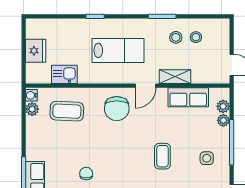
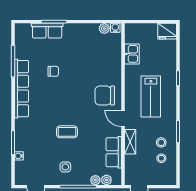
fridge: (36, 51) -> (167, 31), moved
coffee table: (67, 111) -> (103, 56), removed

